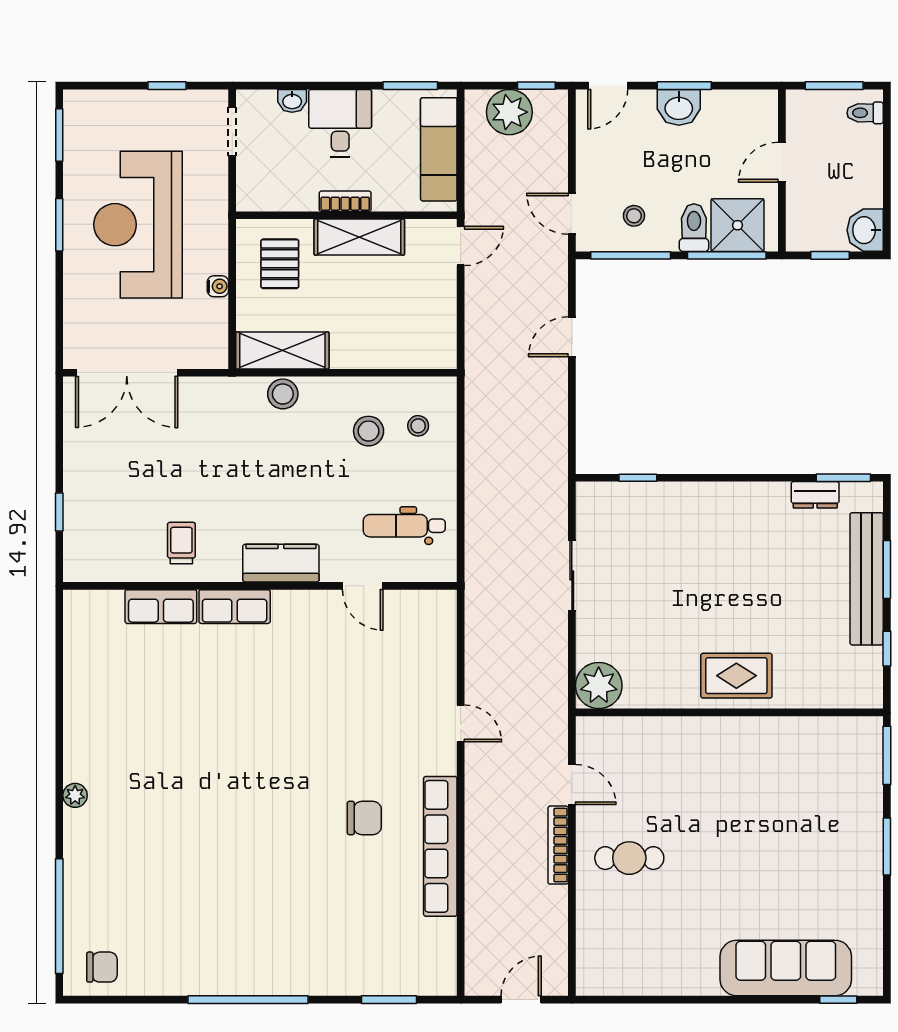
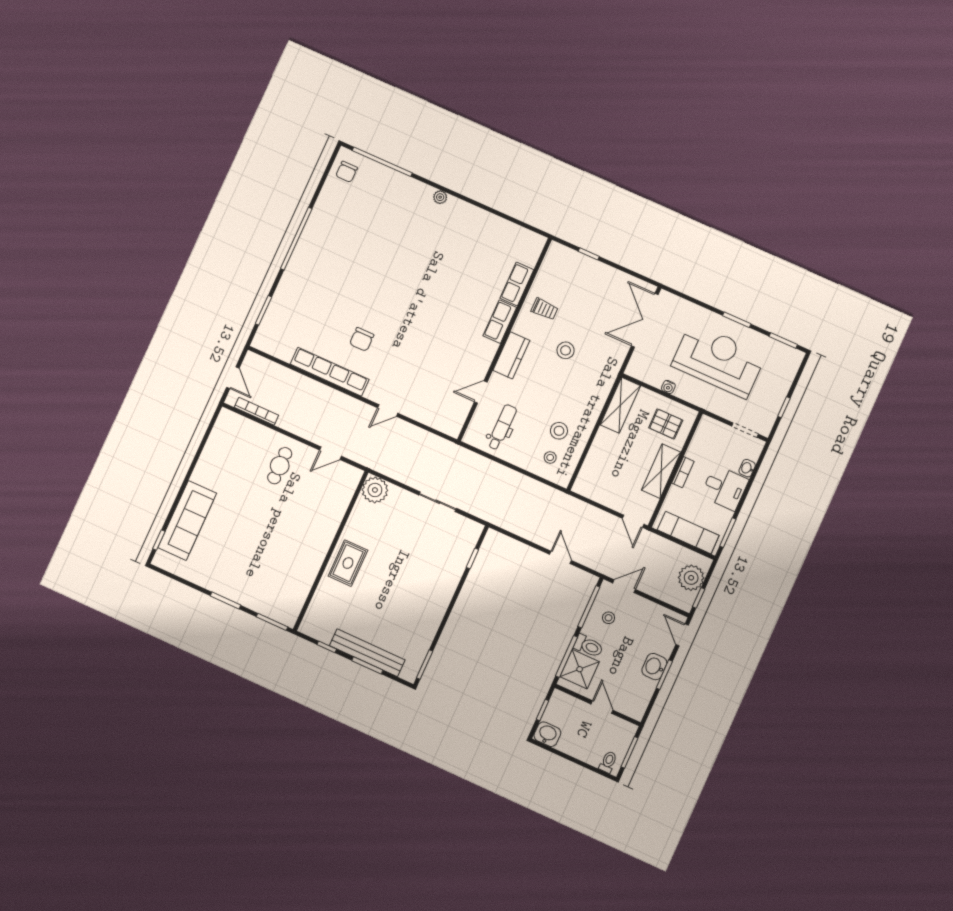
stool: (283, 394) -> (566, 350), moved
dresser: (815, 495) -> (422, 646), removed
bookcase: (558, 845) -> (256, 411), moved

